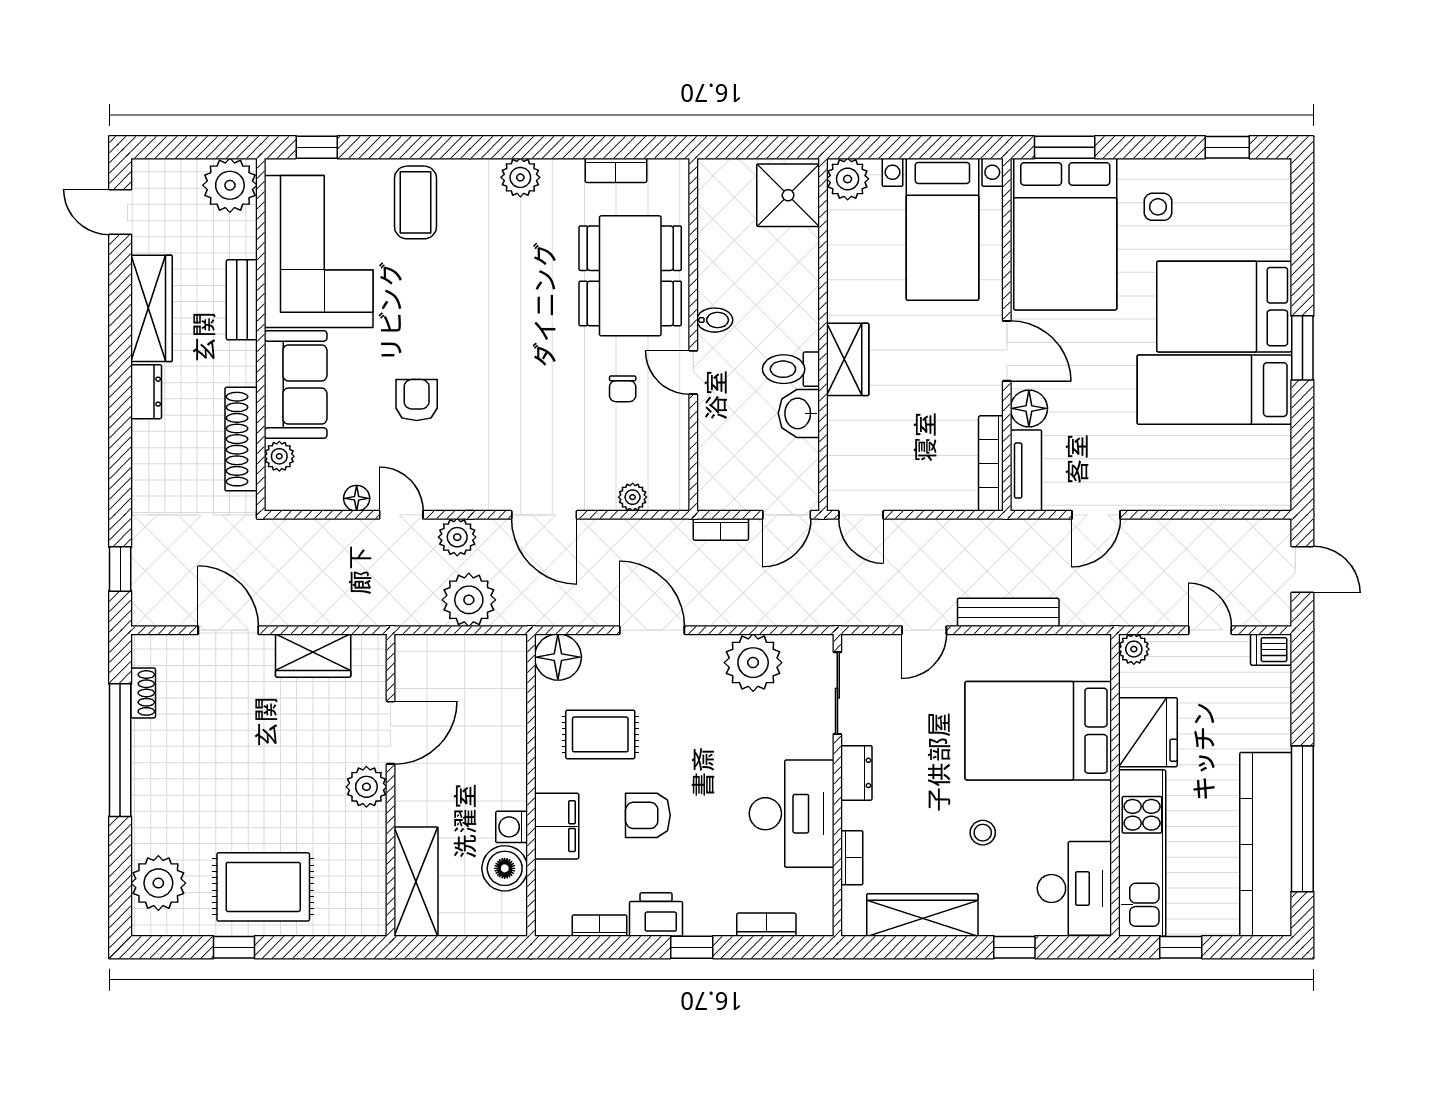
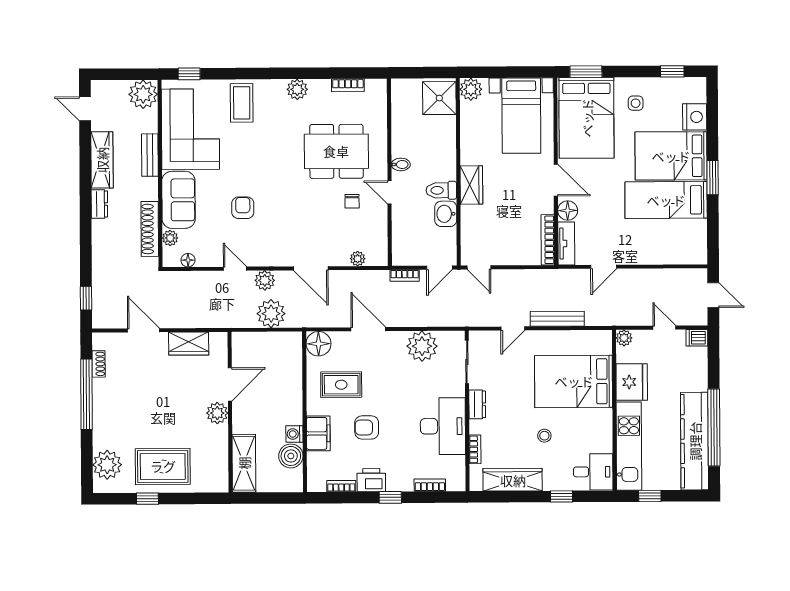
nightstand: (1269, 233) -> (695, 117), added
dining table: (630, 276) -> (336, 151), moved, turned 90
floor lamp: (357, 498) -> (188, 260), moved
desk: (1074, 888) -> (593, 472), width x0.73

